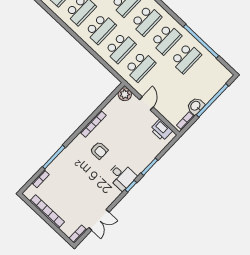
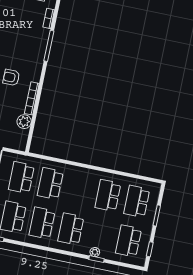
school desk: (100, 29) -> (79, 189), removed
plant: (125, 94) -> (24, 122), moved

